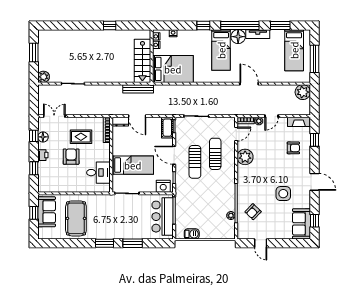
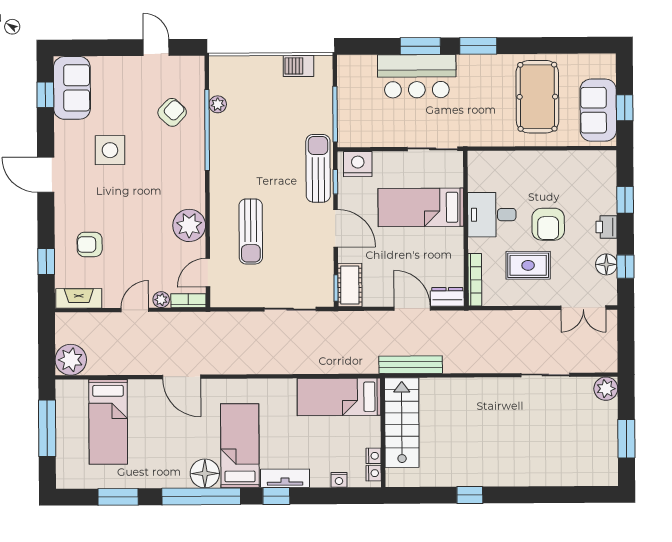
tv unit: (258, 34) -> (285, 478), moved
bed: (294, 50) -> (108, 422), moved, turned 180
bed: (173, 69) -> (339, 397), width x0.67
sun lounger: (195, 162) -> (318, 168), moved
desk: (98, 173) -> (492, 215), moved
bar counter: (163, 217) -> (417, 76), moved, turned 90

